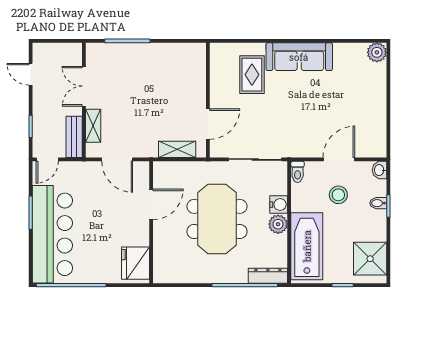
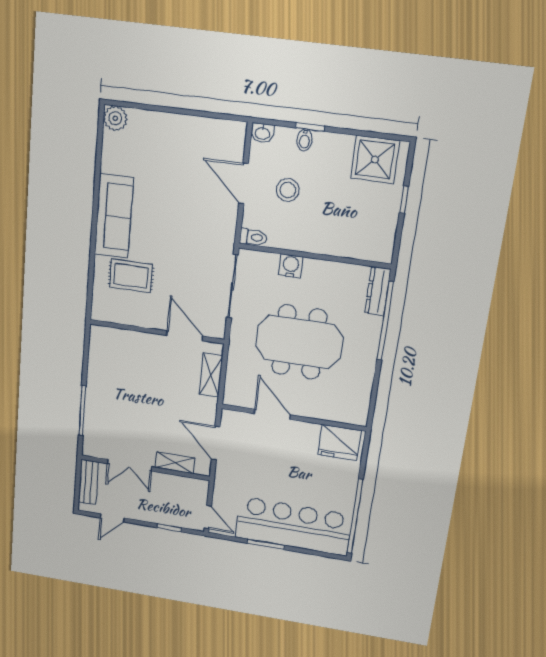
bench: (74, 137) -> (88, 482), moved, turned 90
door: (117, 159) -> (216, 443), swing flipped
plant: (278, 224) -> (315, 270), removed
bathtub: (307, 246) -> (348, 238), removed

